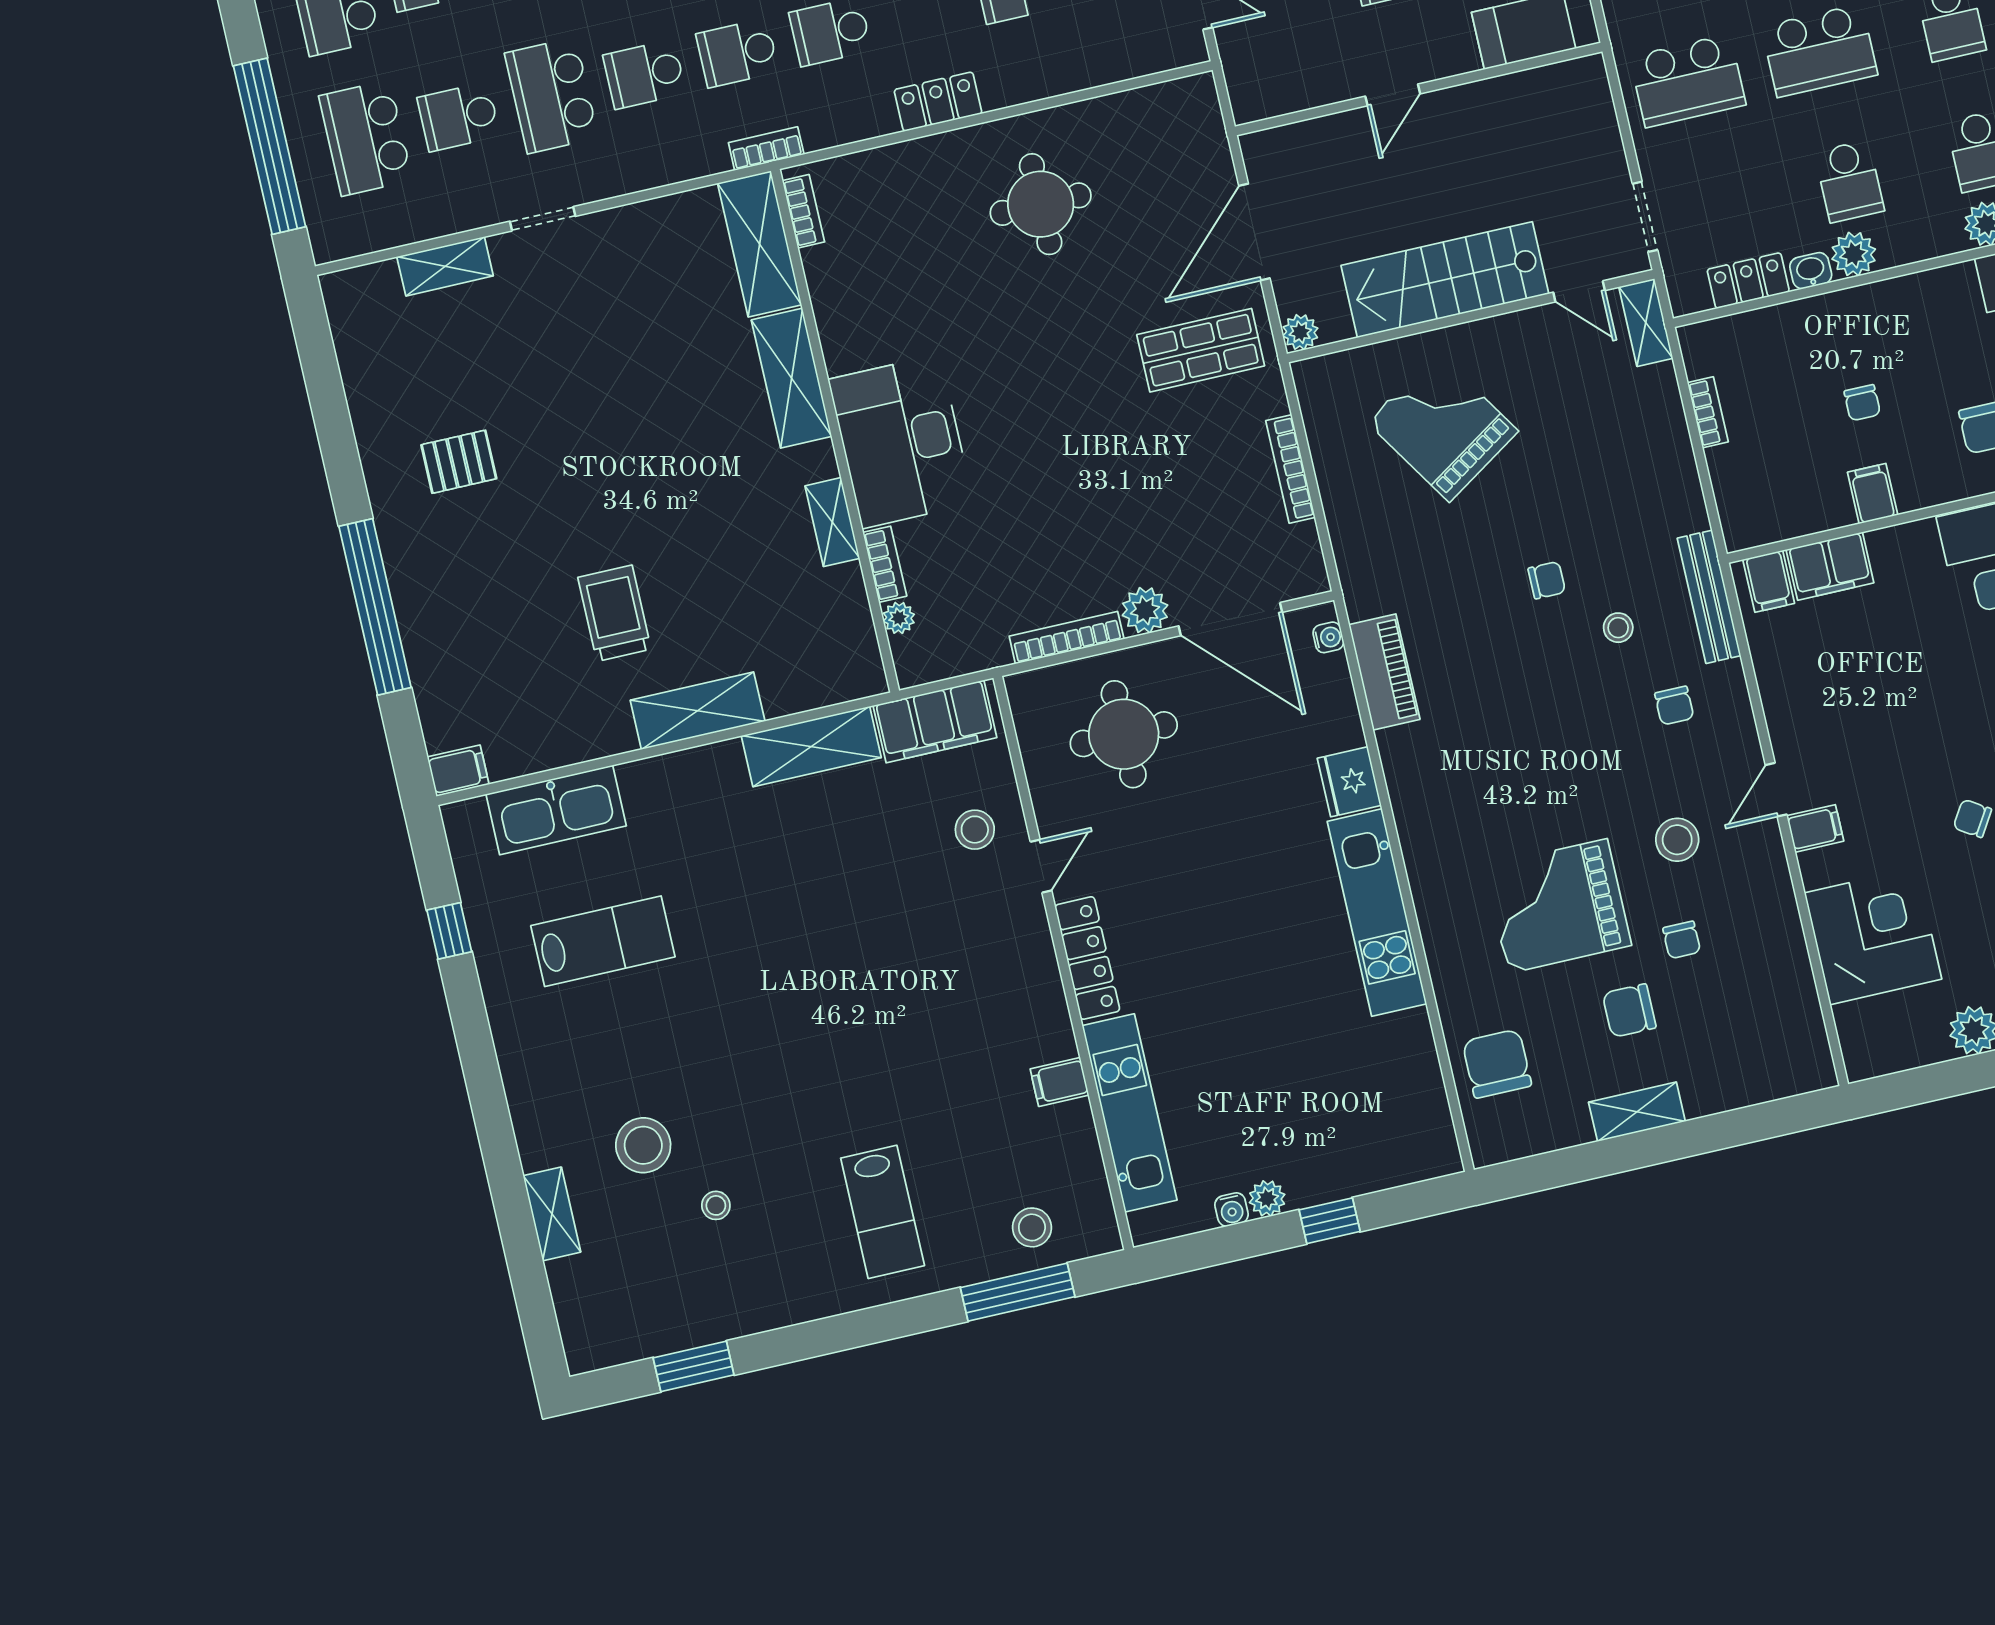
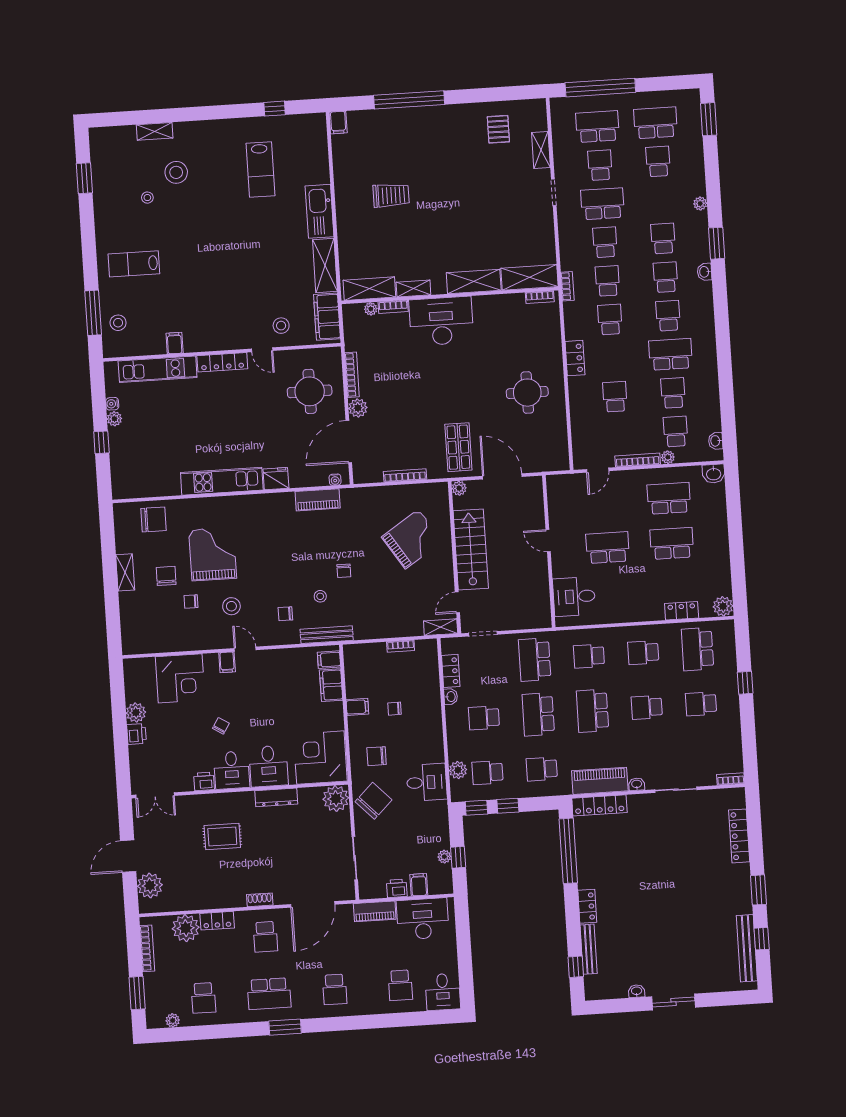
plant: (1854, 254) -> (455, 715), removed
pallet: (459, 462) -> (498, 129), moved
shelving: (698, 711) -> (369, 289), moved, turned 90
kitchen sink: (556, 810) -> (319, 211), moved

